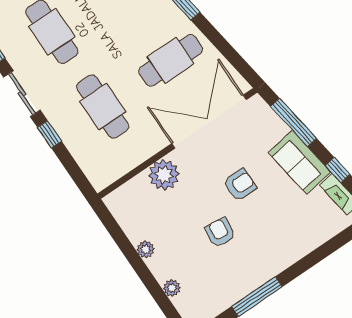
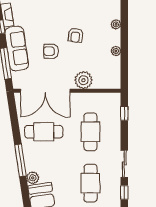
window: (50, 134) -> (124, 113), moved
sofa: (299, 162) -> (17, 49), width x1.36

